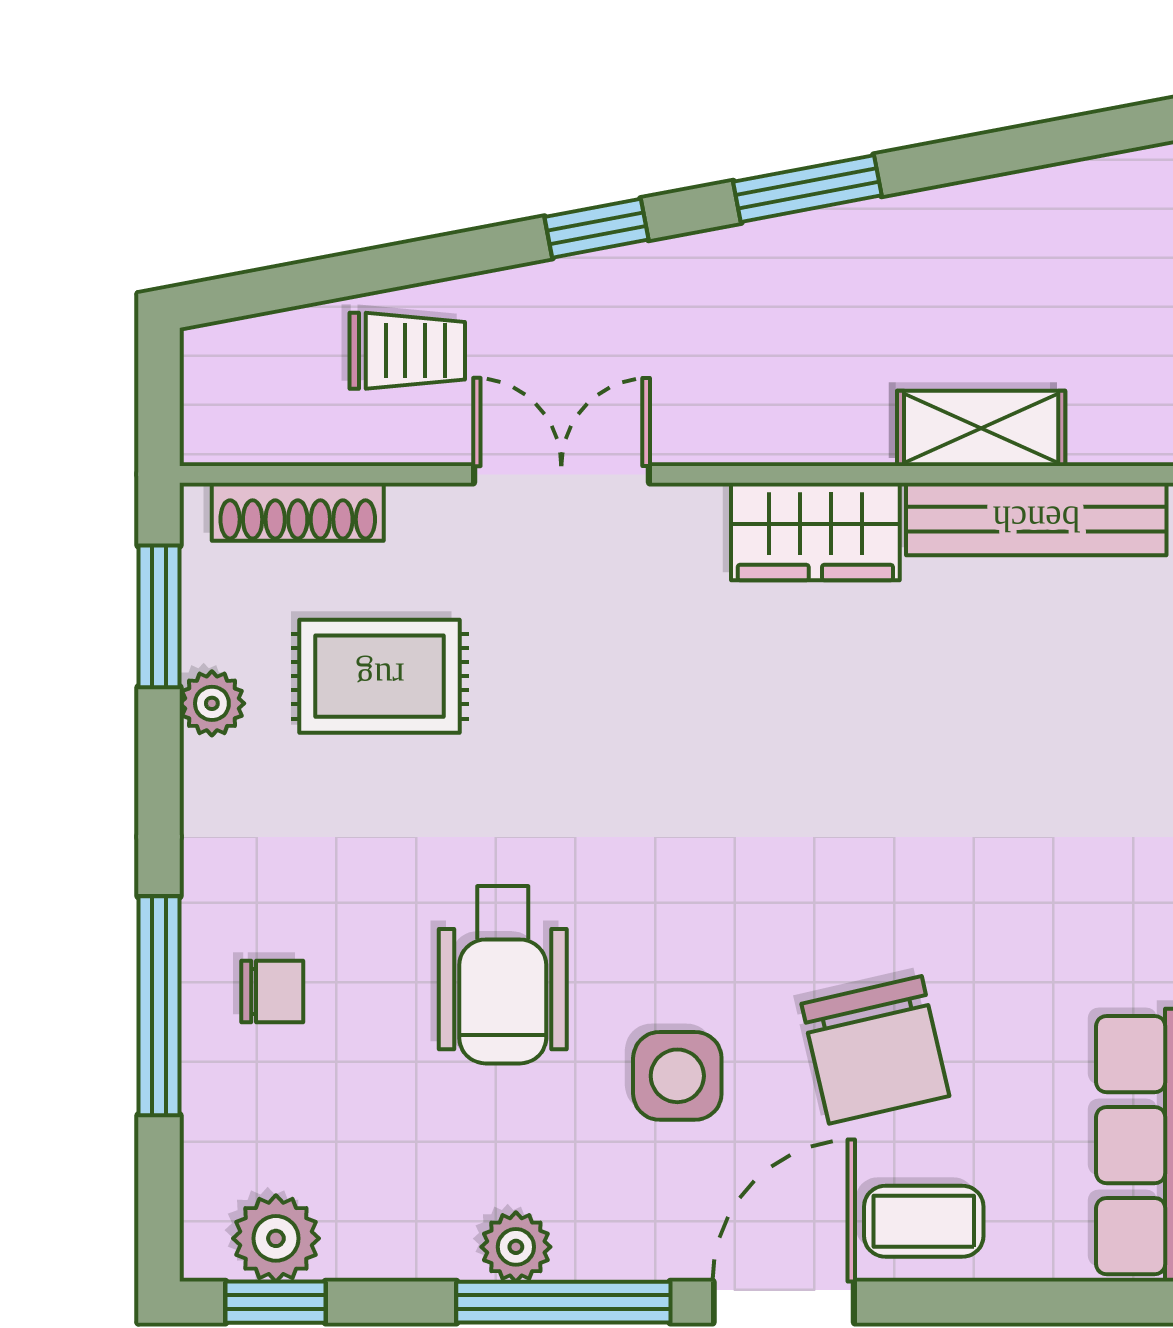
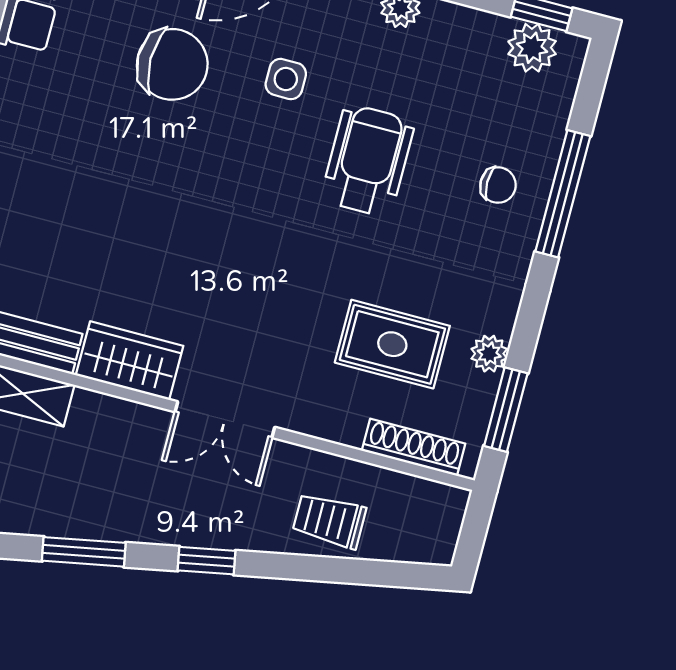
double door: (561, 474) -> (225, 420), moved
chair: (272, 992) -> (498, 185), turned 180
chair: (875, 1050) -> (172, 64), turned 103
side table: (677, 1076) -> (286, 79), width x0.73, depth x0.73

